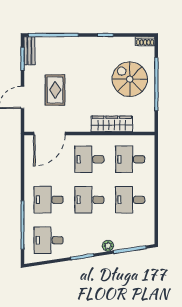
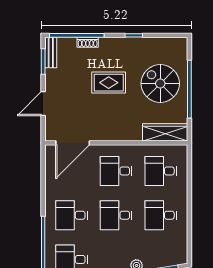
shoe rack: (145, 41) -> (88, 42), moved
rug: (55, 90) -> (109, 83), moved, turned 90
wardrobe: (112, 124) -> (165, 132), moved

